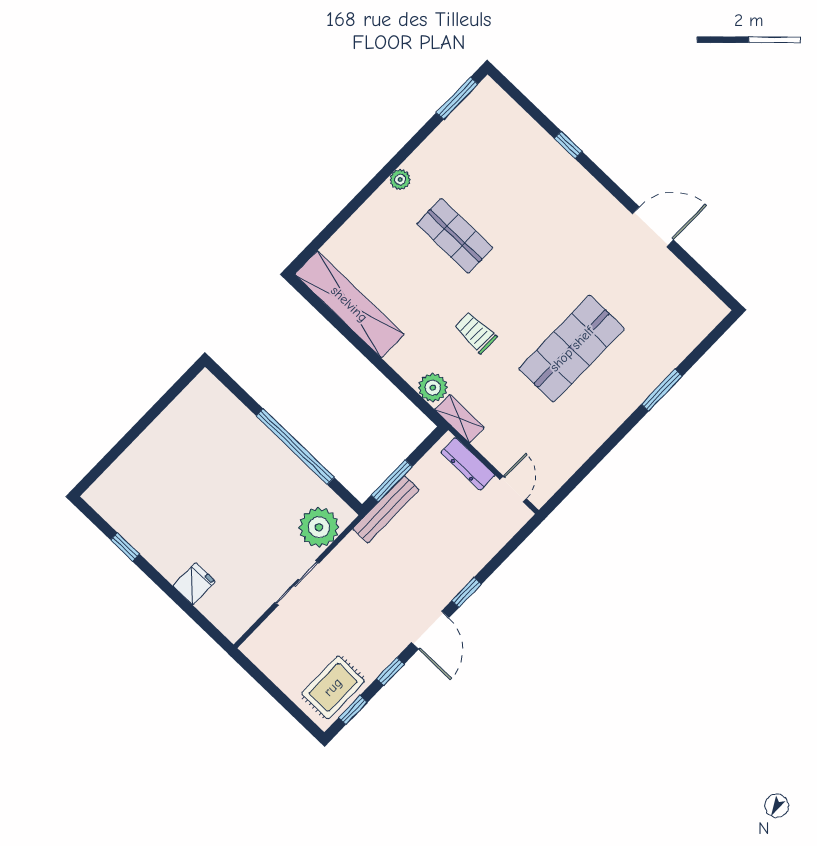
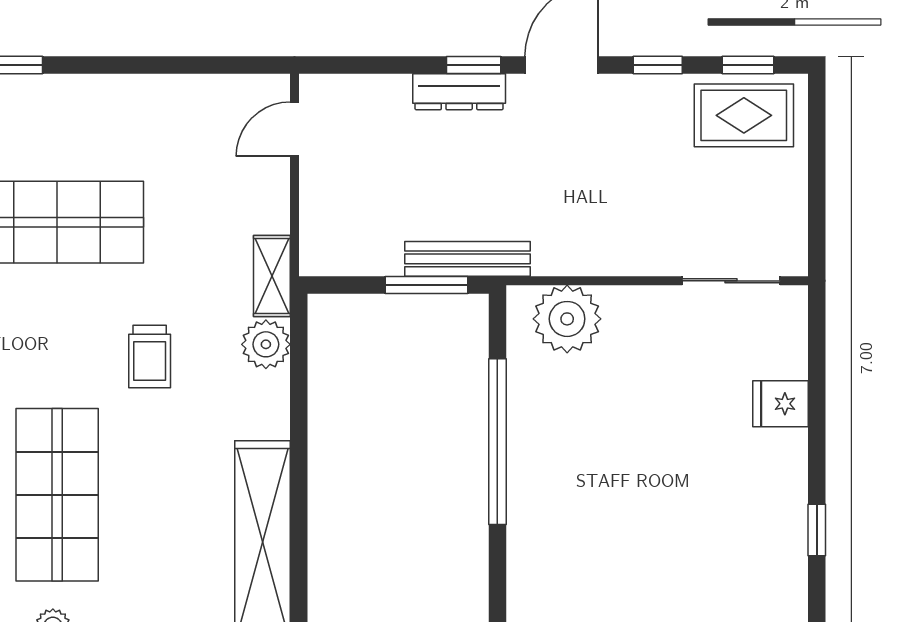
shop shelf: (455, 236) -> (57, 495), width x1.43, depth x1.36
dresser: (468, 464) -> (459, 92), moved, turned 90
sliding door: (297, 583) -> (731, 281), moved

